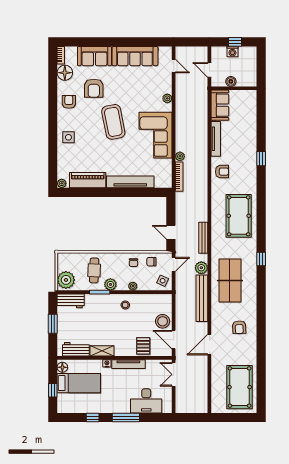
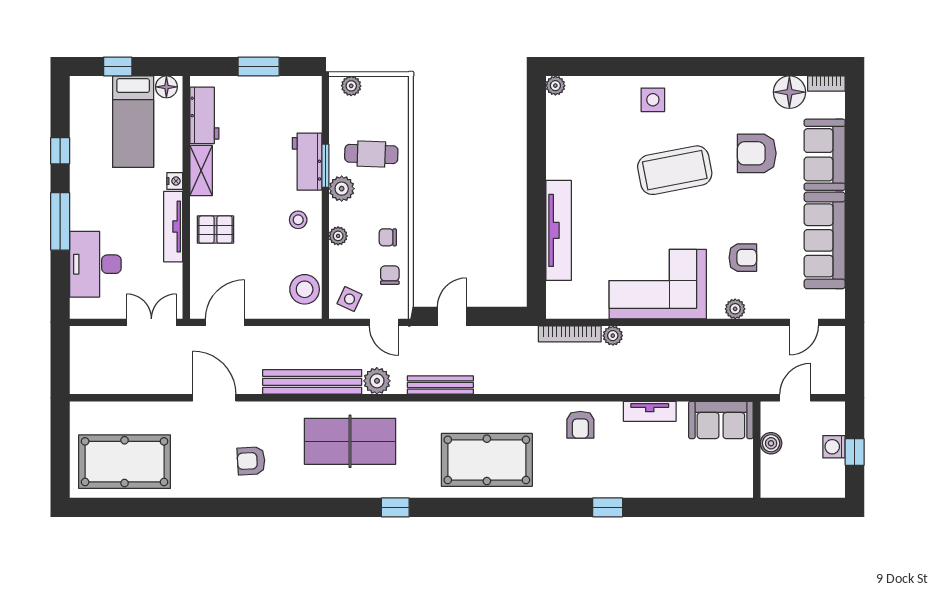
armchair: (69, 102) -> (743, 258), moved
coffee table: (113, 122) -> (675, 170), moved
tv unit: (216, 139) -> (650, 411), width x0.71
piano: (88, 180) -> (562, 140), removed
plant: (66, 280) -> (351, 86), width x0.53, depth x0.53
workbench: (71, 301) -> (307, 162), moved
stool: (163, 321) -> (305, 289), moved
pallet: (143, 346) -> (215, 230), moved

